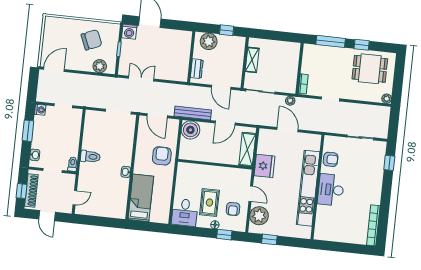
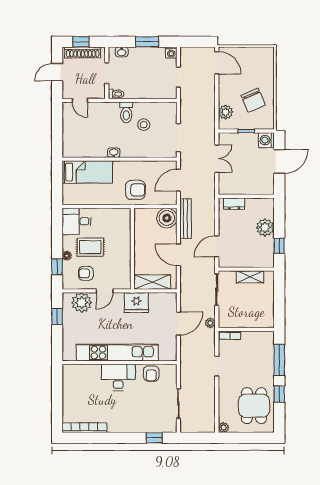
wall: (191, 57) -> (246, 196), moved
dresser: (197, 69) -> (234, 204), moved
stool: (103, 142) -> (144, 125), added

